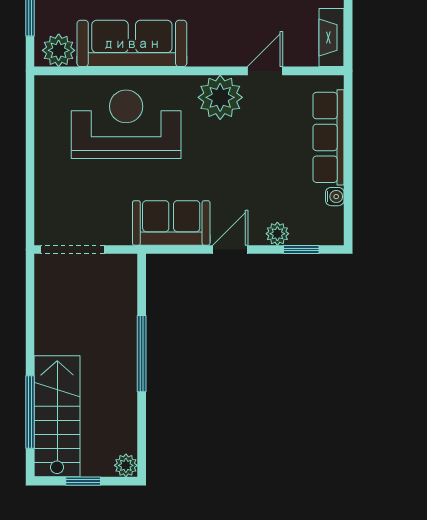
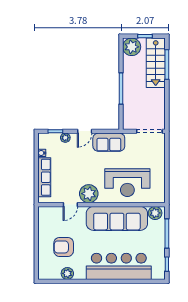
fireplace: (331, 38) -> (43, 218), removed
sofa: (132, 43) -> (117, 218), width x1.36, depth x1.27
plant: (126, 465) -> (132, 47), width x1.88, depth x1.88

